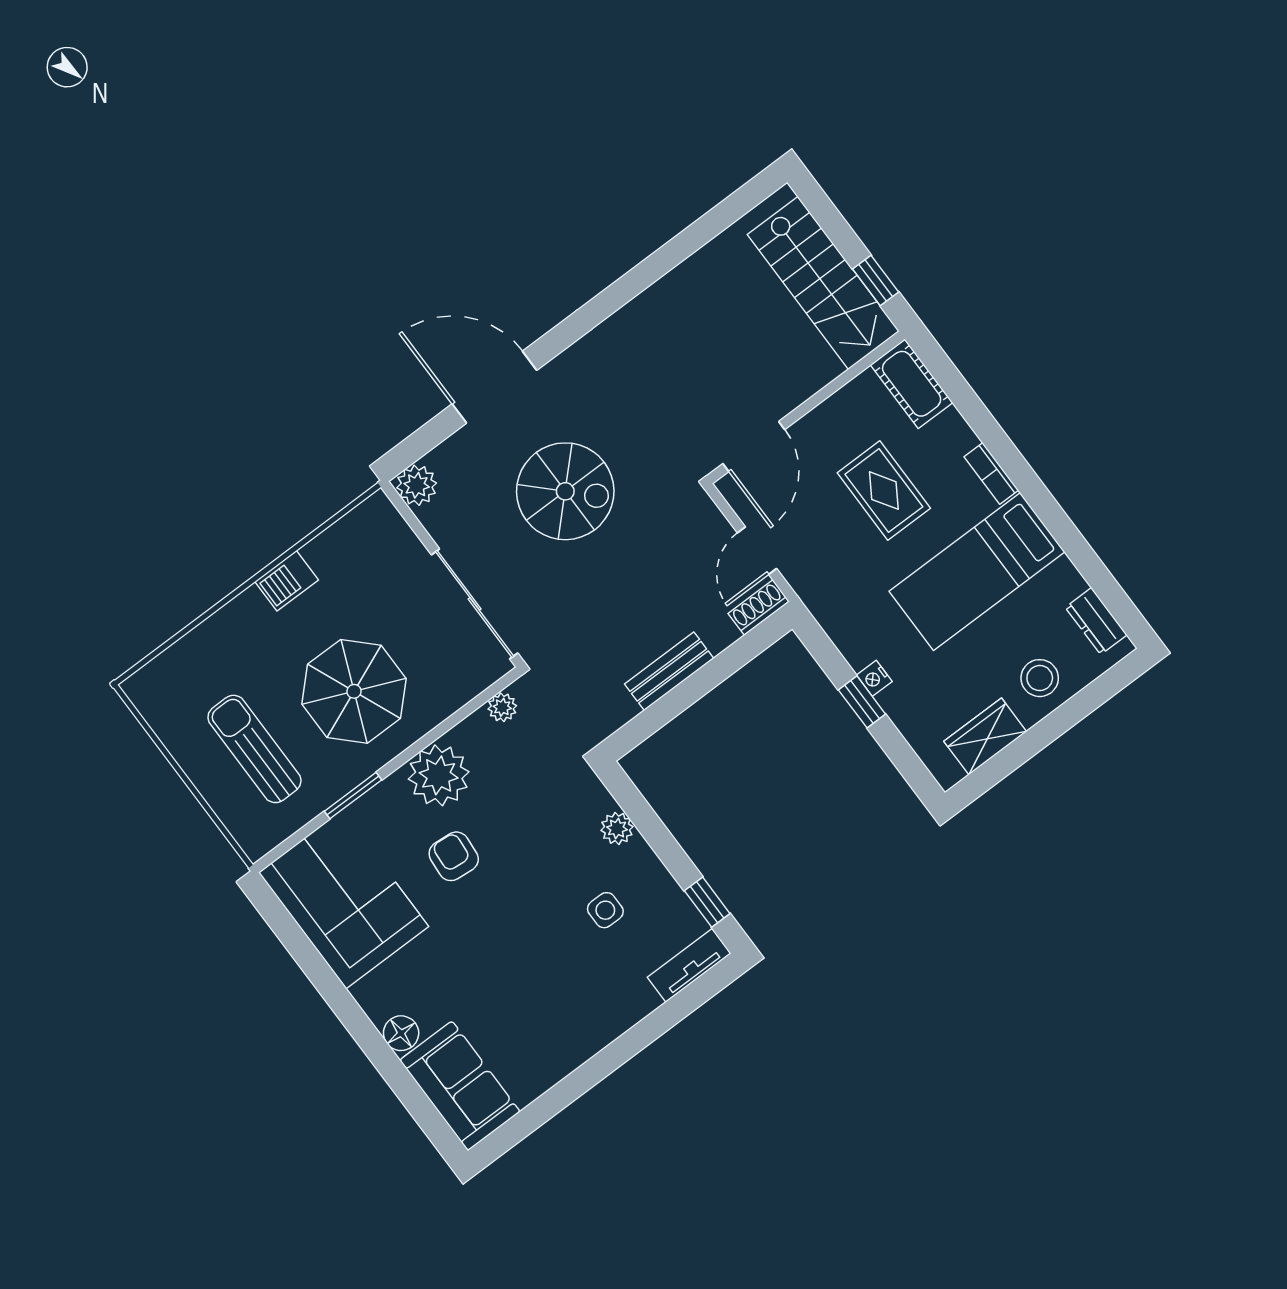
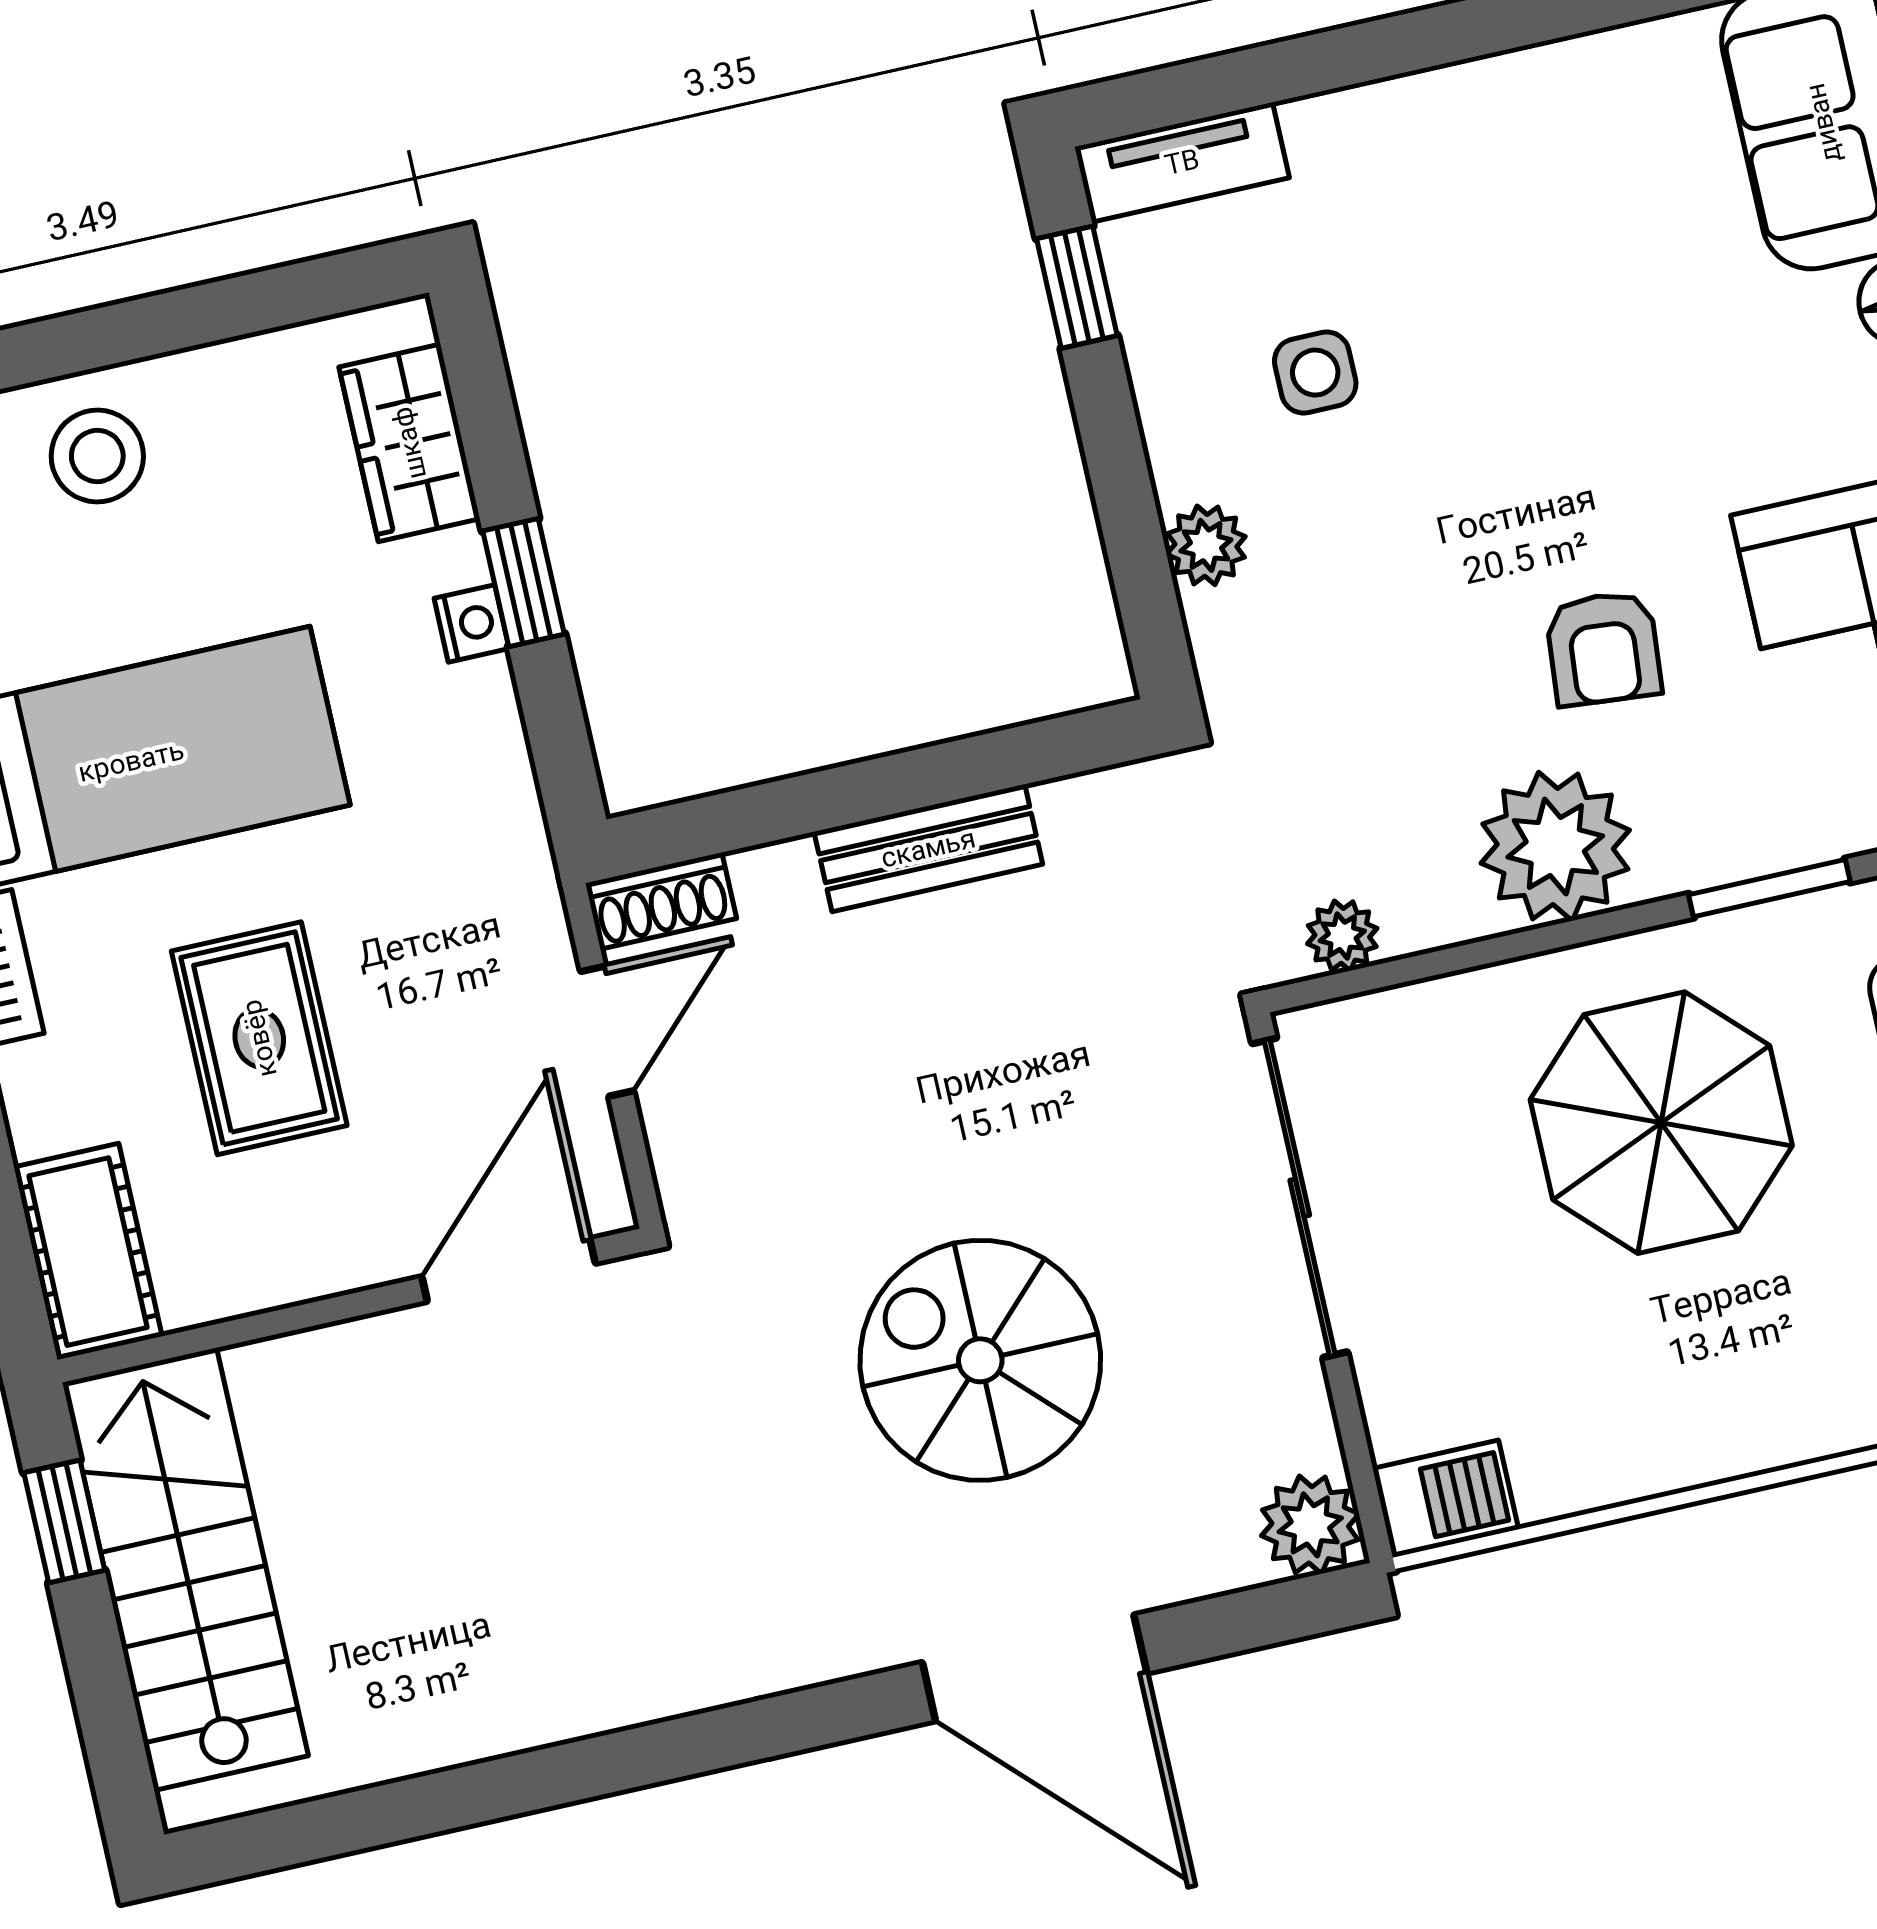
barbecue: (287, 581) -> (1446, 1499), moved
wardrobe: (985, 736) -> (409, 443), moved, turned 90

